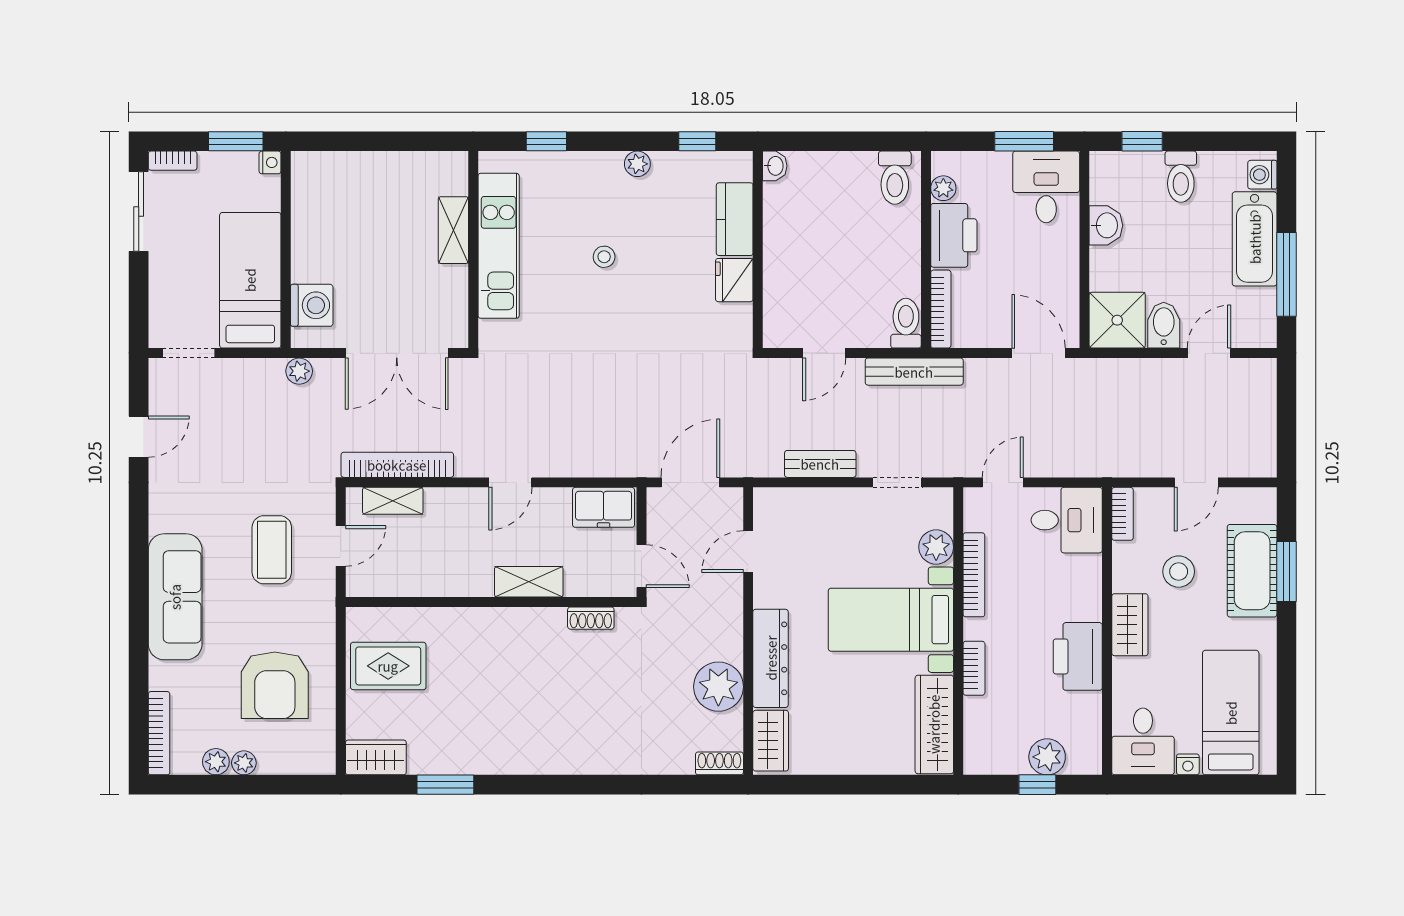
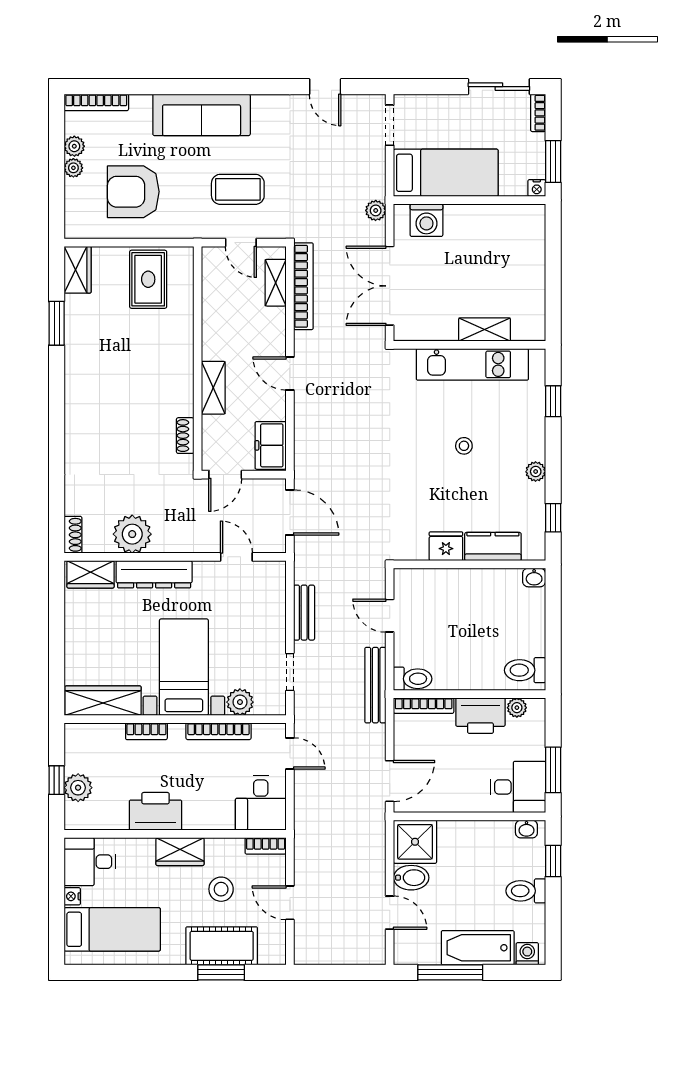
washbasin: (1106, 225) -> (526, 829), moved, width x0.72, depth x0.69

